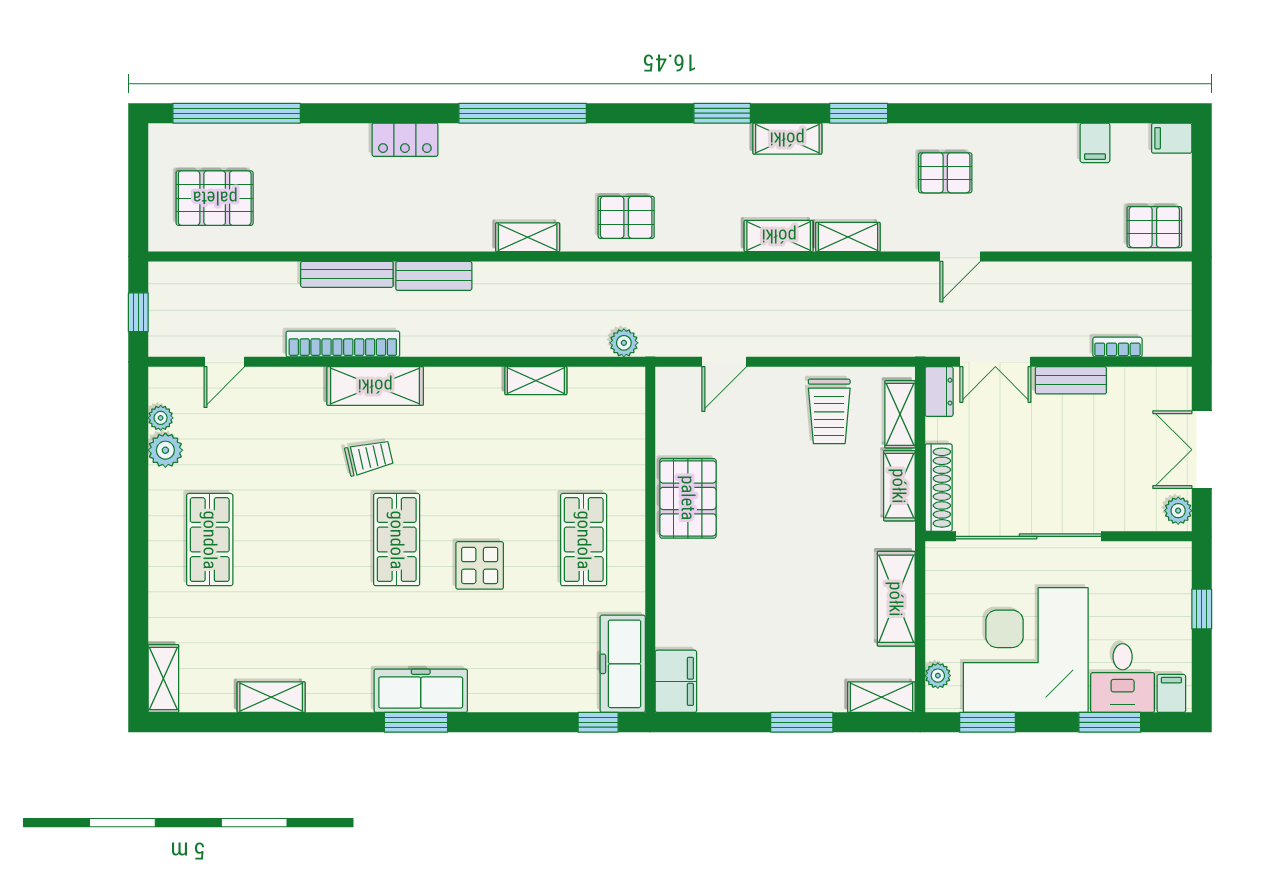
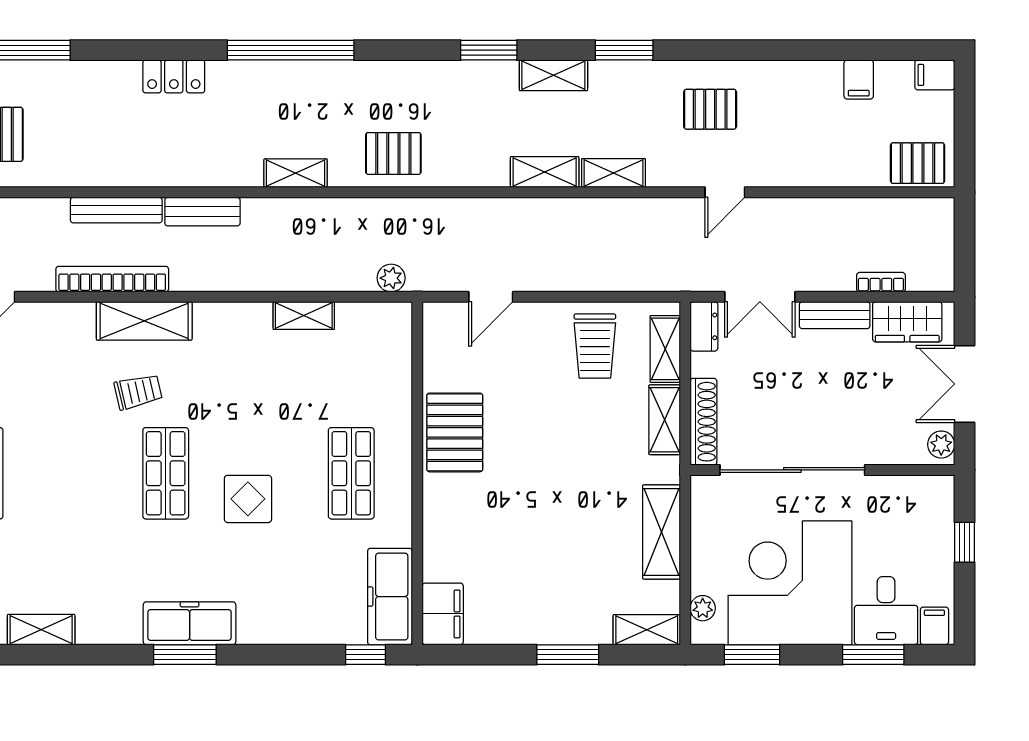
wardrobe: (1144, 387) -> (907, 322), added

